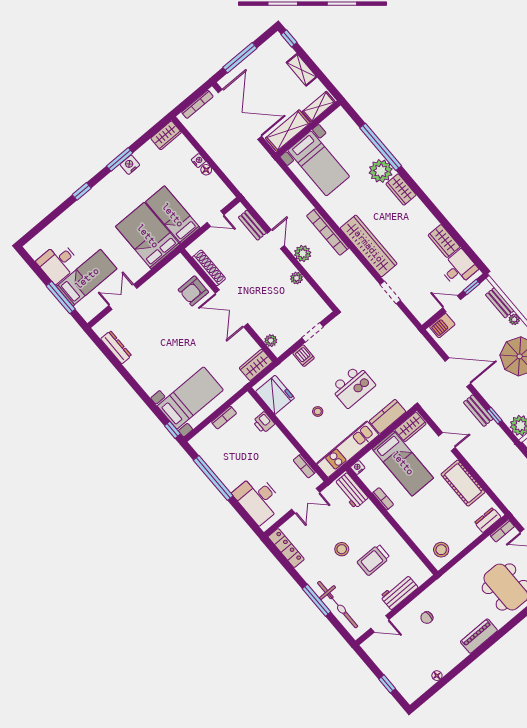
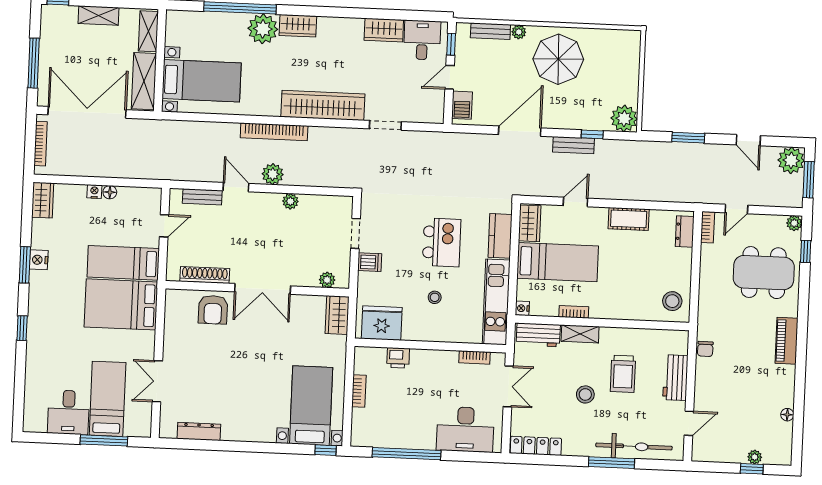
cot: (463, 483) -> (629, 219), width x0.73, depth x0.75
shelving: (374, 514) -> (580, 334), added
chair: (427, 618) -> (705, 349), moved
plant: (395, 679) -> (755, 457), added

